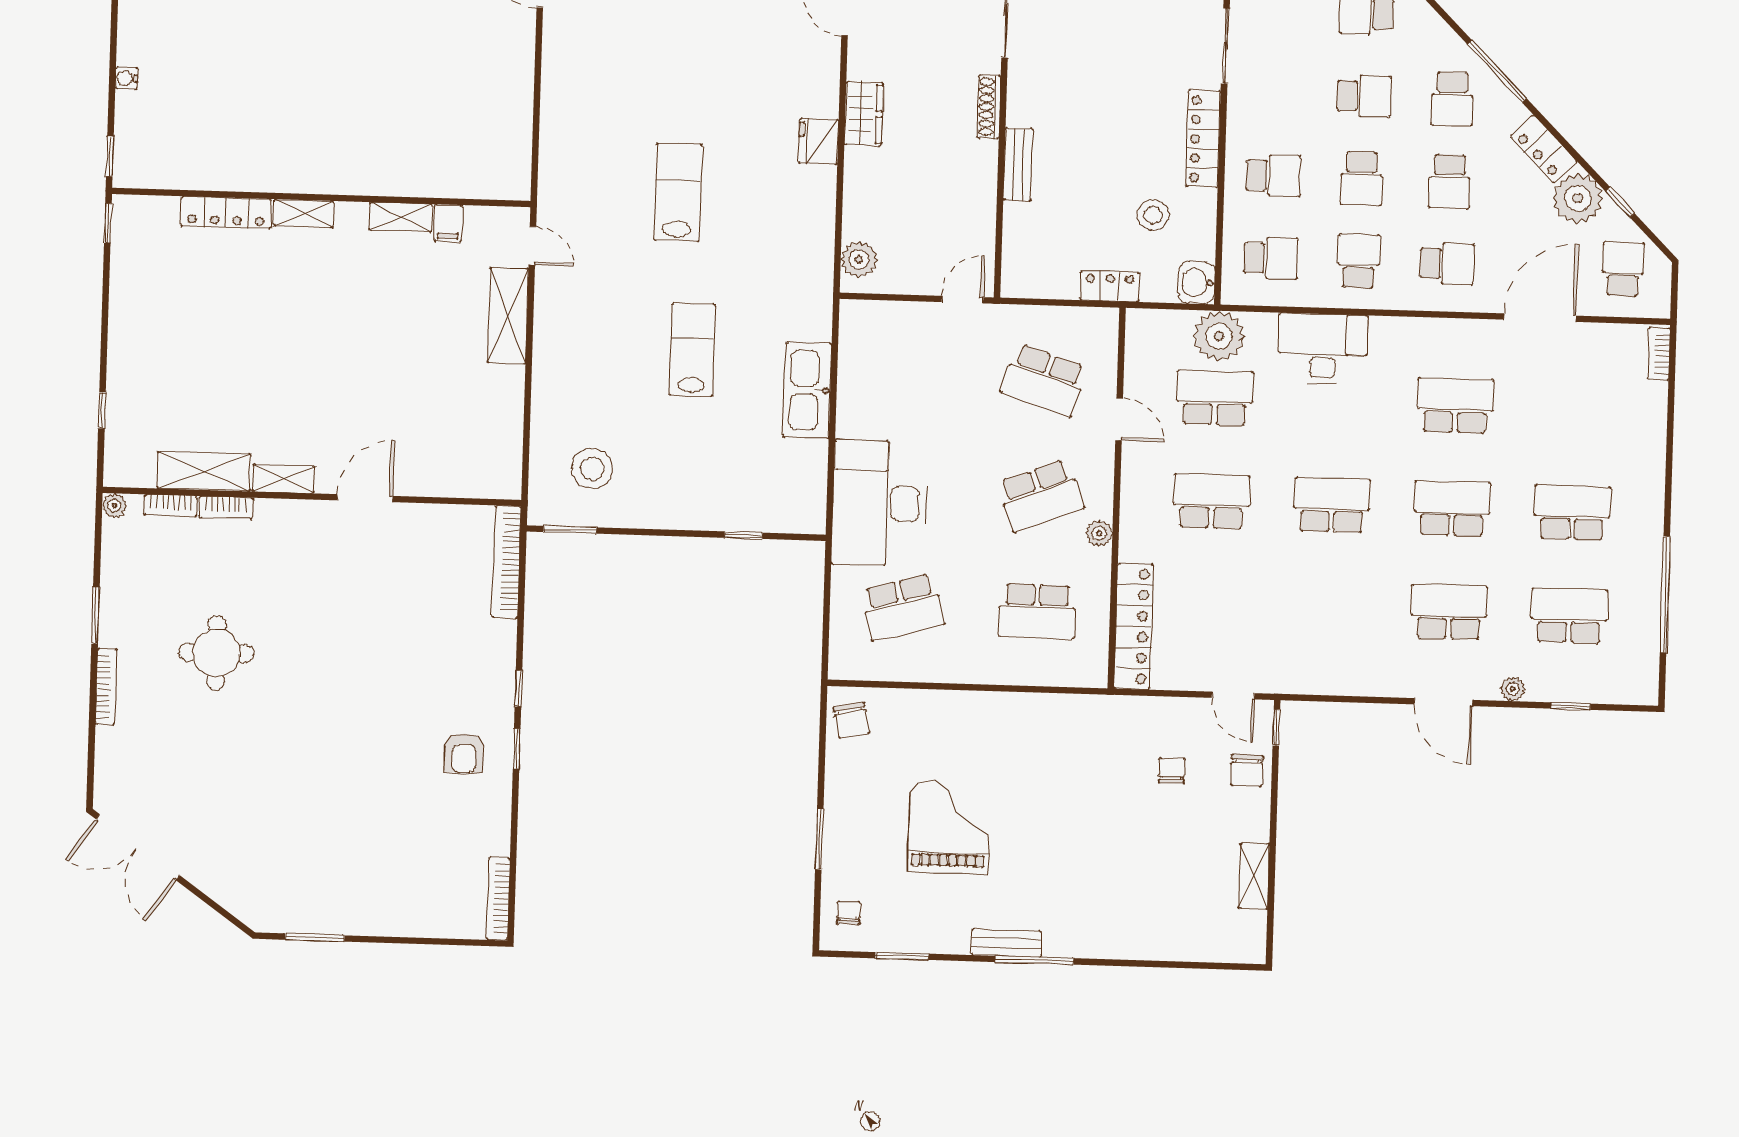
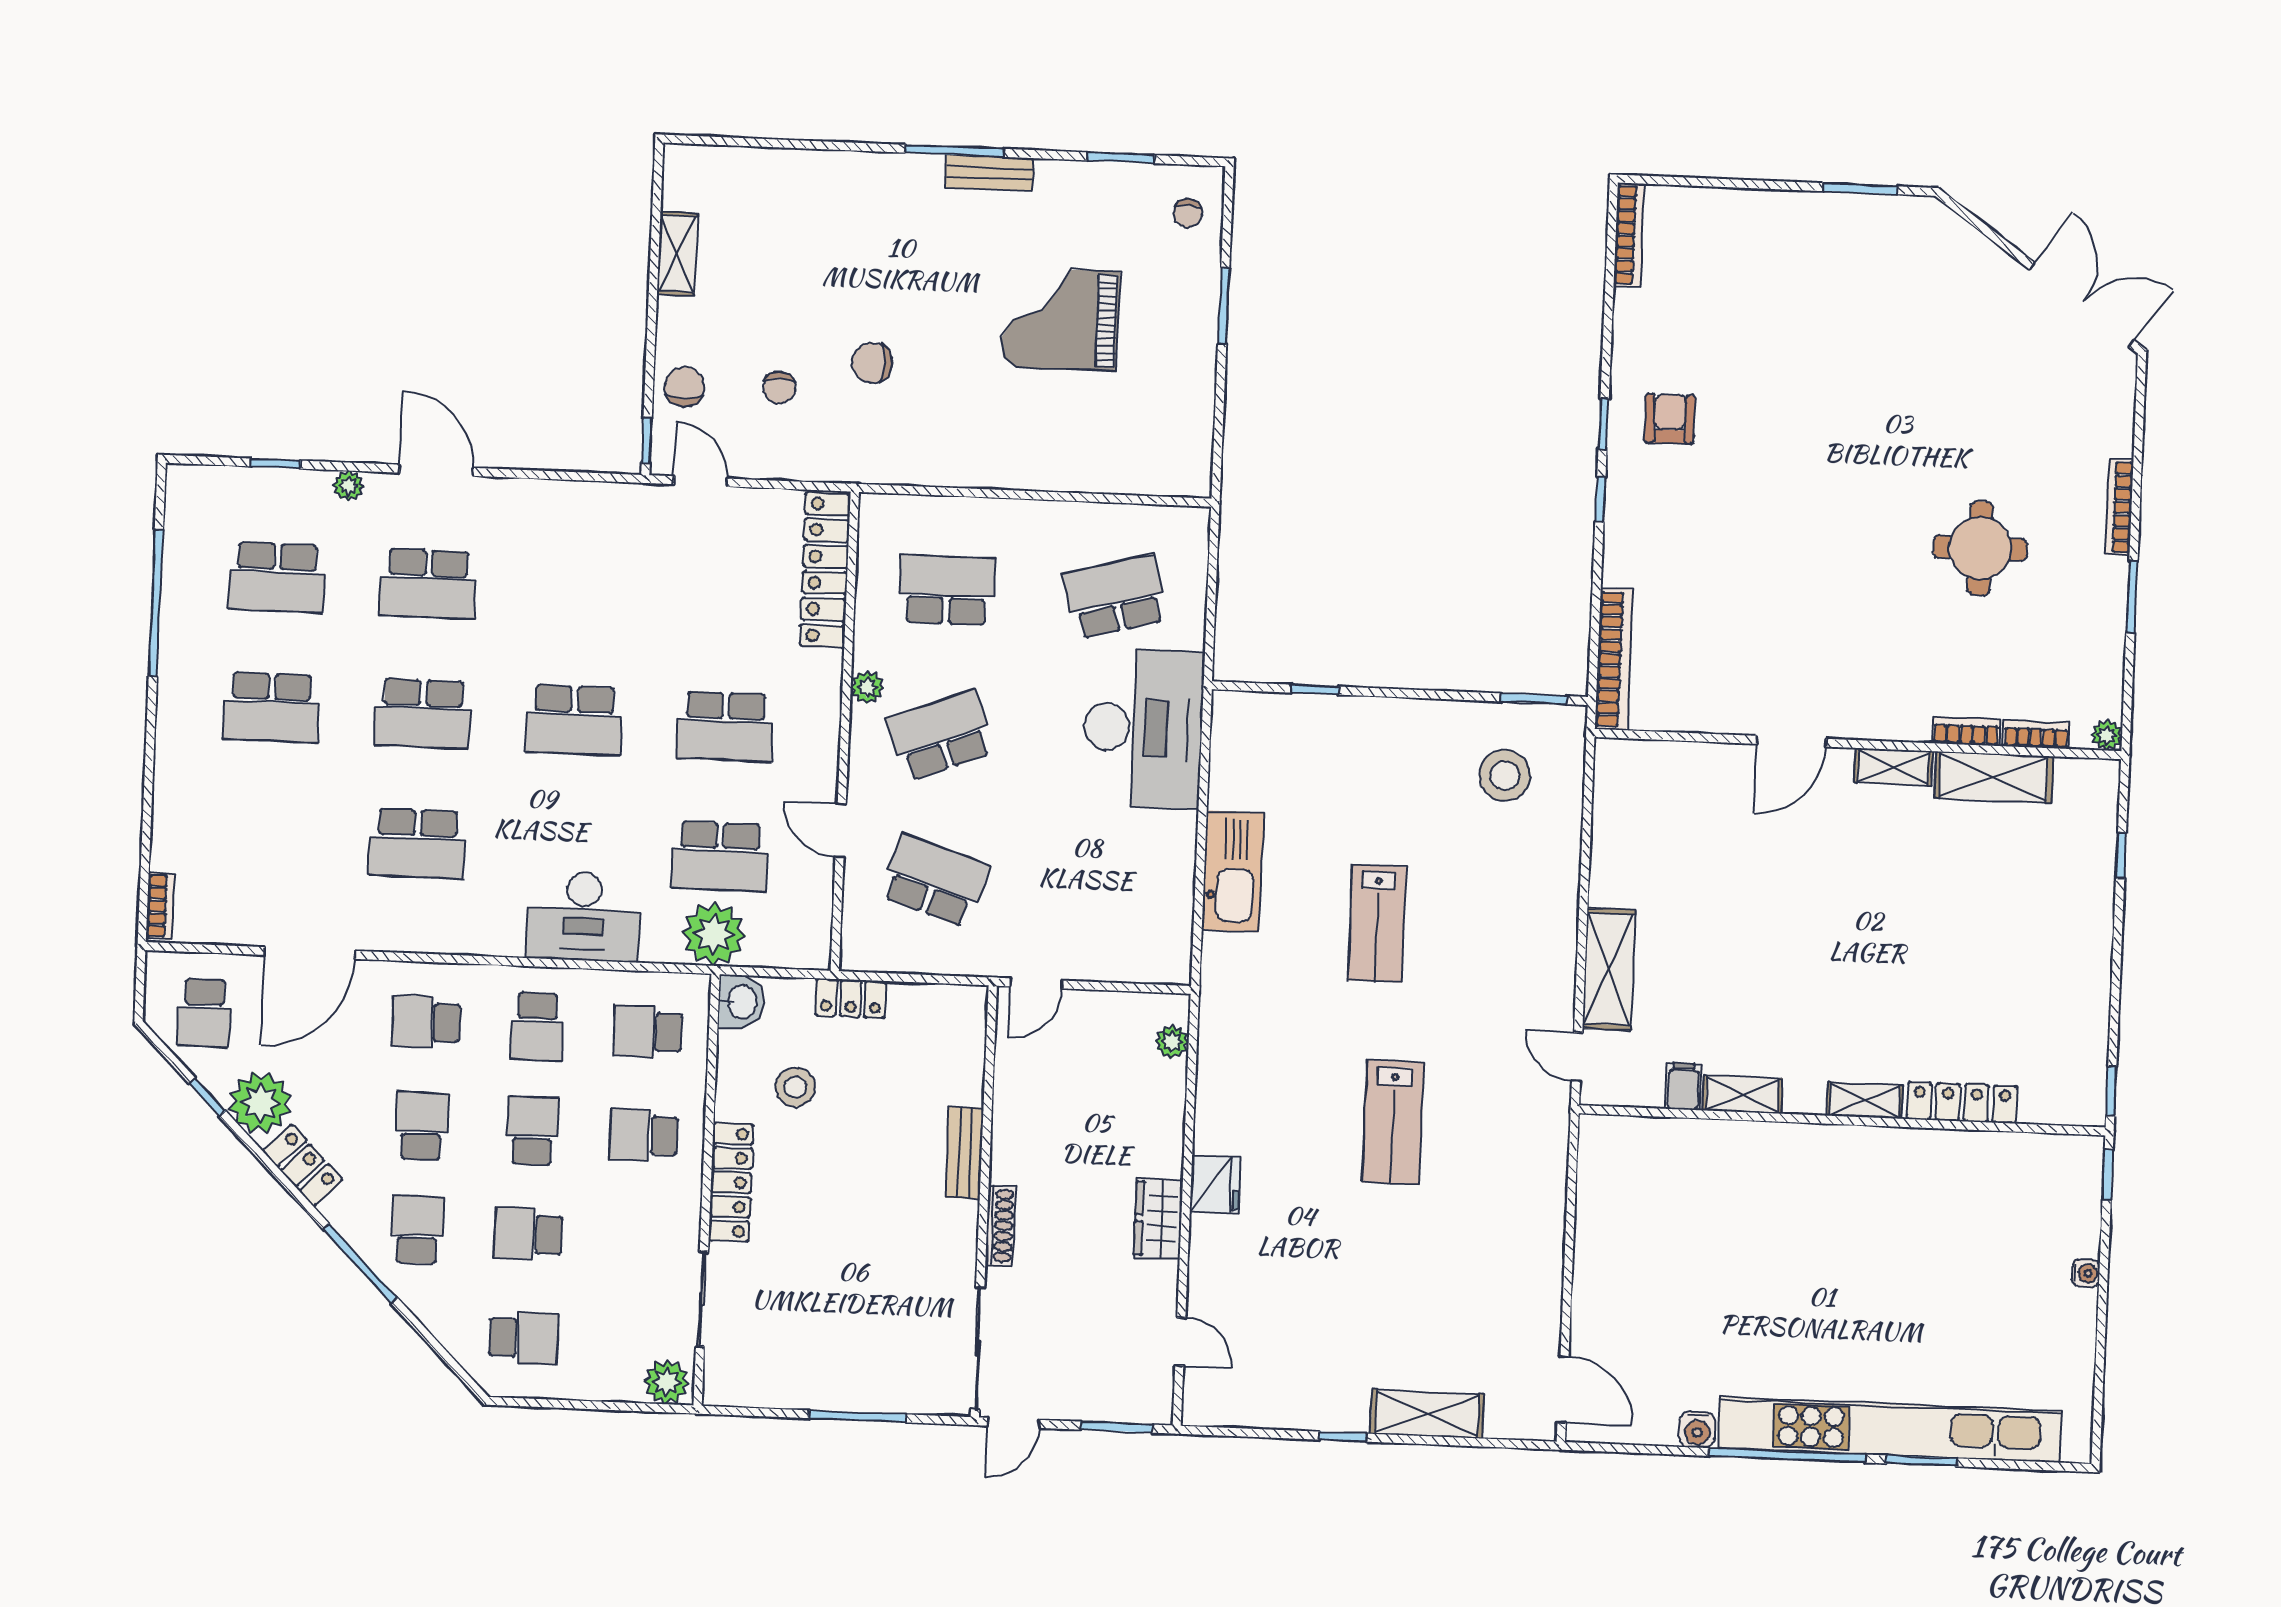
plant: (859, 260) -> (1172, 1042), width x0.73, depth x0.73
chair: (851, 720) -> (872, 363), moved, turned -78
grand piano: (949, 827) -> (1060, 319), turned 90

